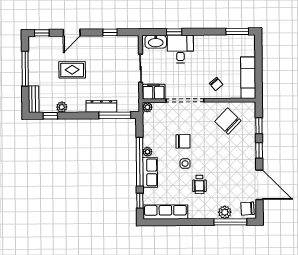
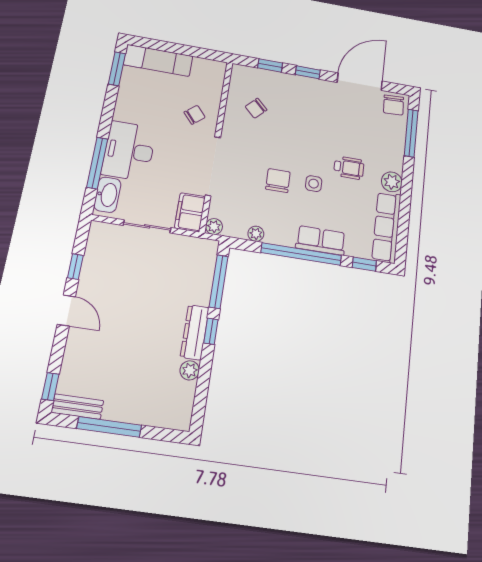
window: (174, 32) -> (97, 163), width x2.17
door: (72, 33) -> (66, 310), moved
desk: (180, 49) -> (129, 151), width x1.37
rug: (72, 70) -> (128, 342), removed
exam couch: (248, 78) -> (158, 60), moved
bench: (34, 99) -> (77, 407), moved
dresser: (101, 106) -> (195, 332), moved
window: (50, 116) -> (211, 331), moved
chair: (228, 121) -> (256, 108), width x0.54, depth x0.54
plant: (147, 152) -> (256, 234), moved
plant: (225, 212) -> (392, 182), moved

